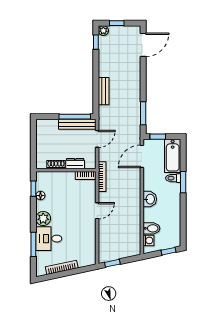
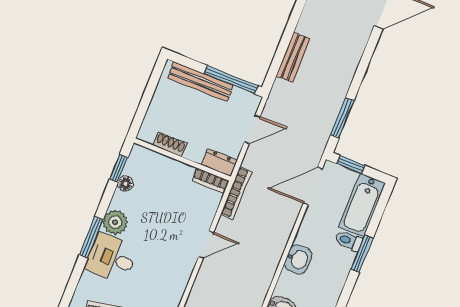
bench: (77, 124) -> (200, 82), moved
dresser: (75, 164) -> (219, 162), moved
window: (33, 244) -> (91, 237), moved

